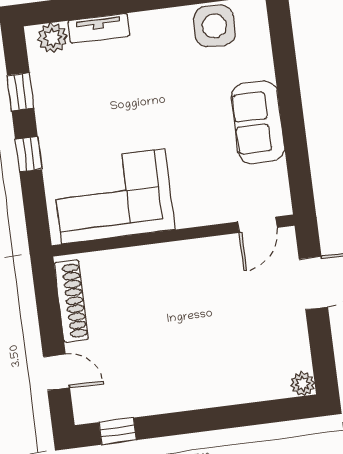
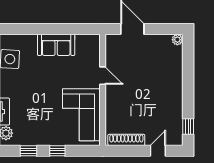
door: (257, 225) -> (103, 76), moved

